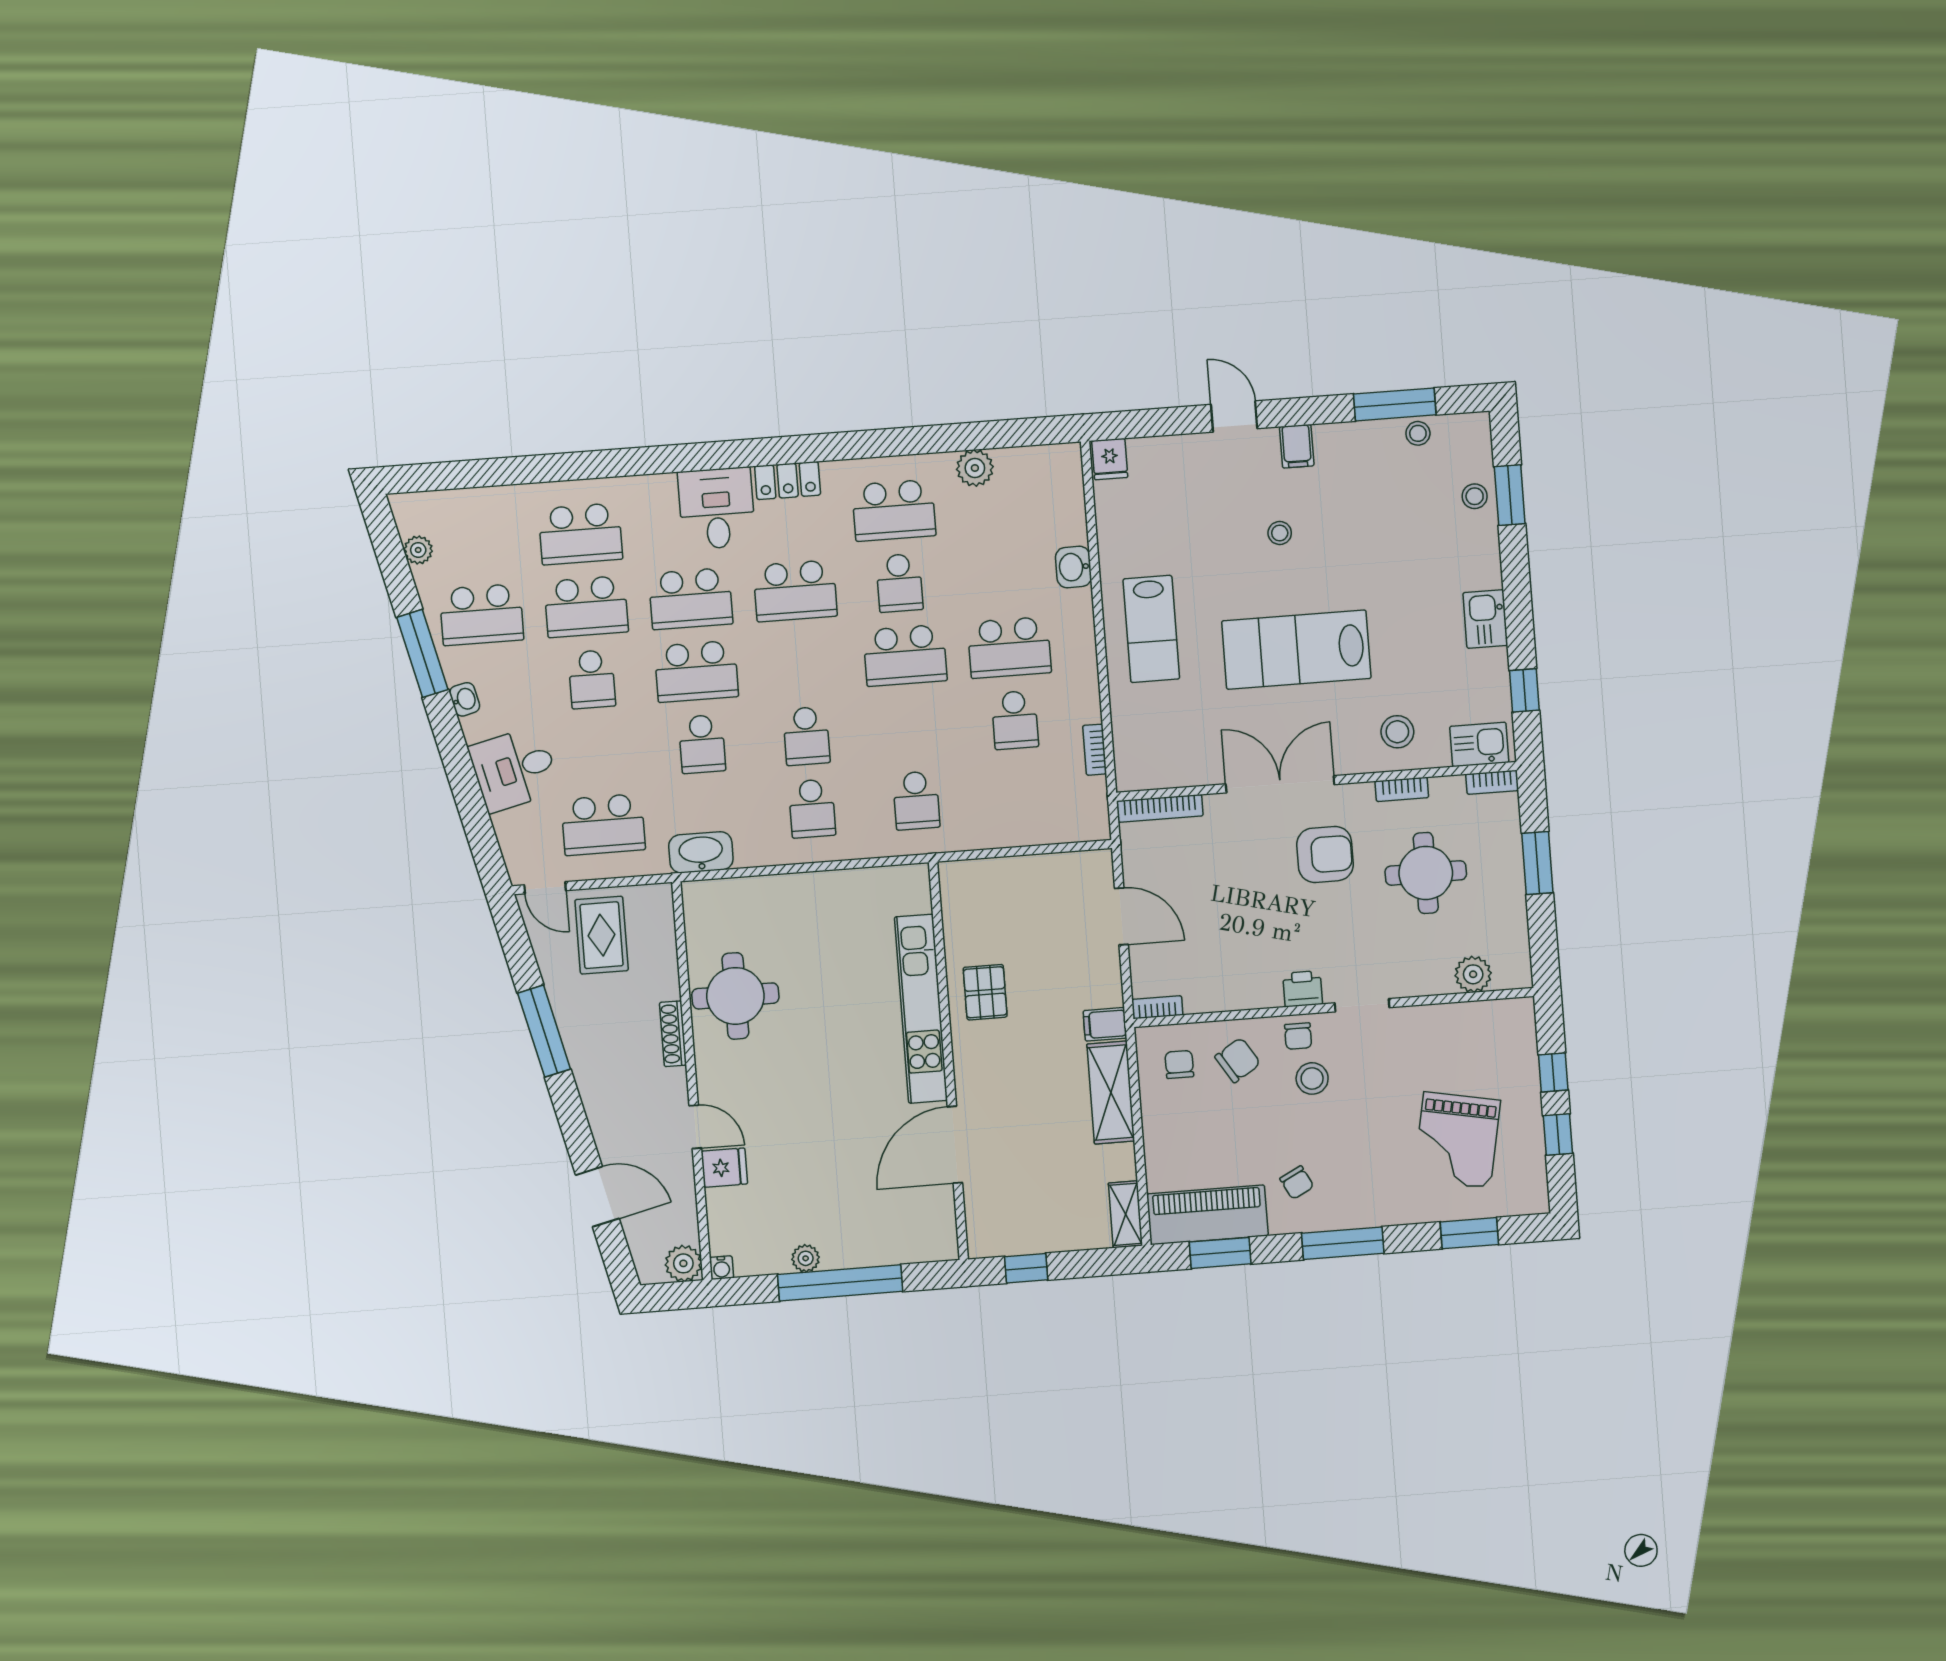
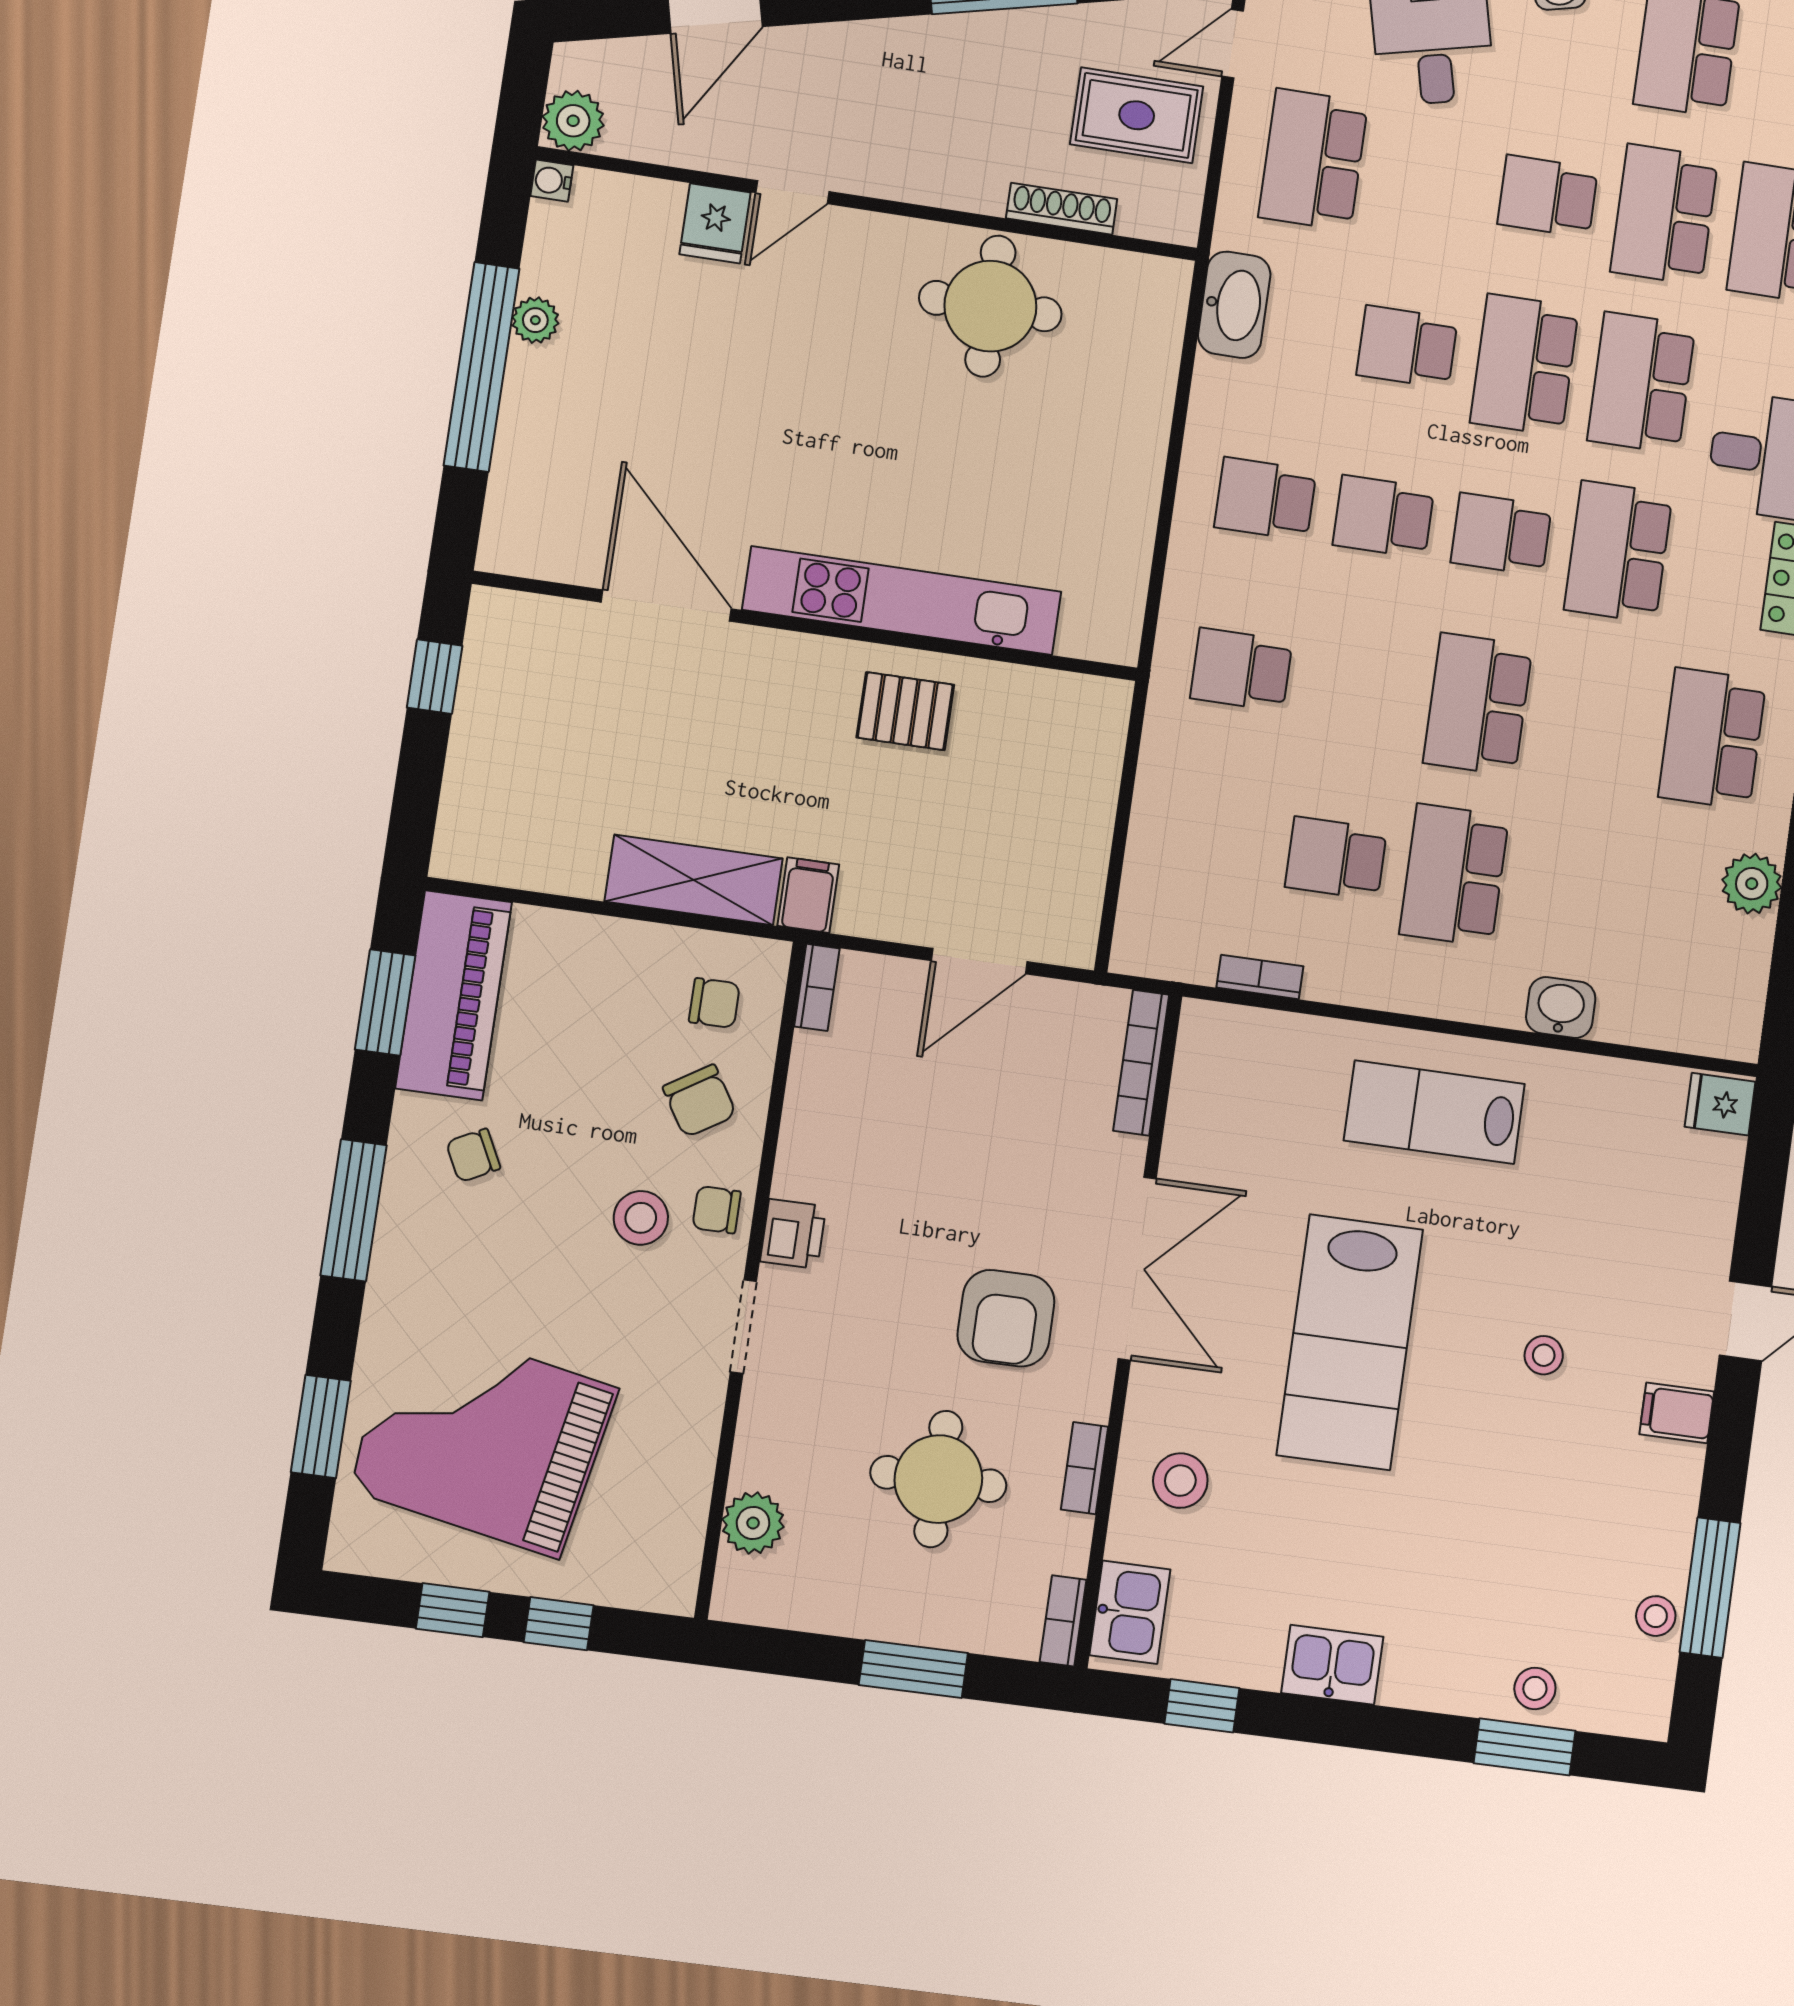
school desk: (899, 583) -> (1501, 534), moved
lab bench: (1296, 650) -> (1350, 1342), turned 180
shoe rack: (673, 1034) -> (1062, 209), moved
grand piano: (1457, 1140) -> (482, 1438), width x1.37, depth x1.48
shelving: (1125, 1214) -> (486, 860), removed

